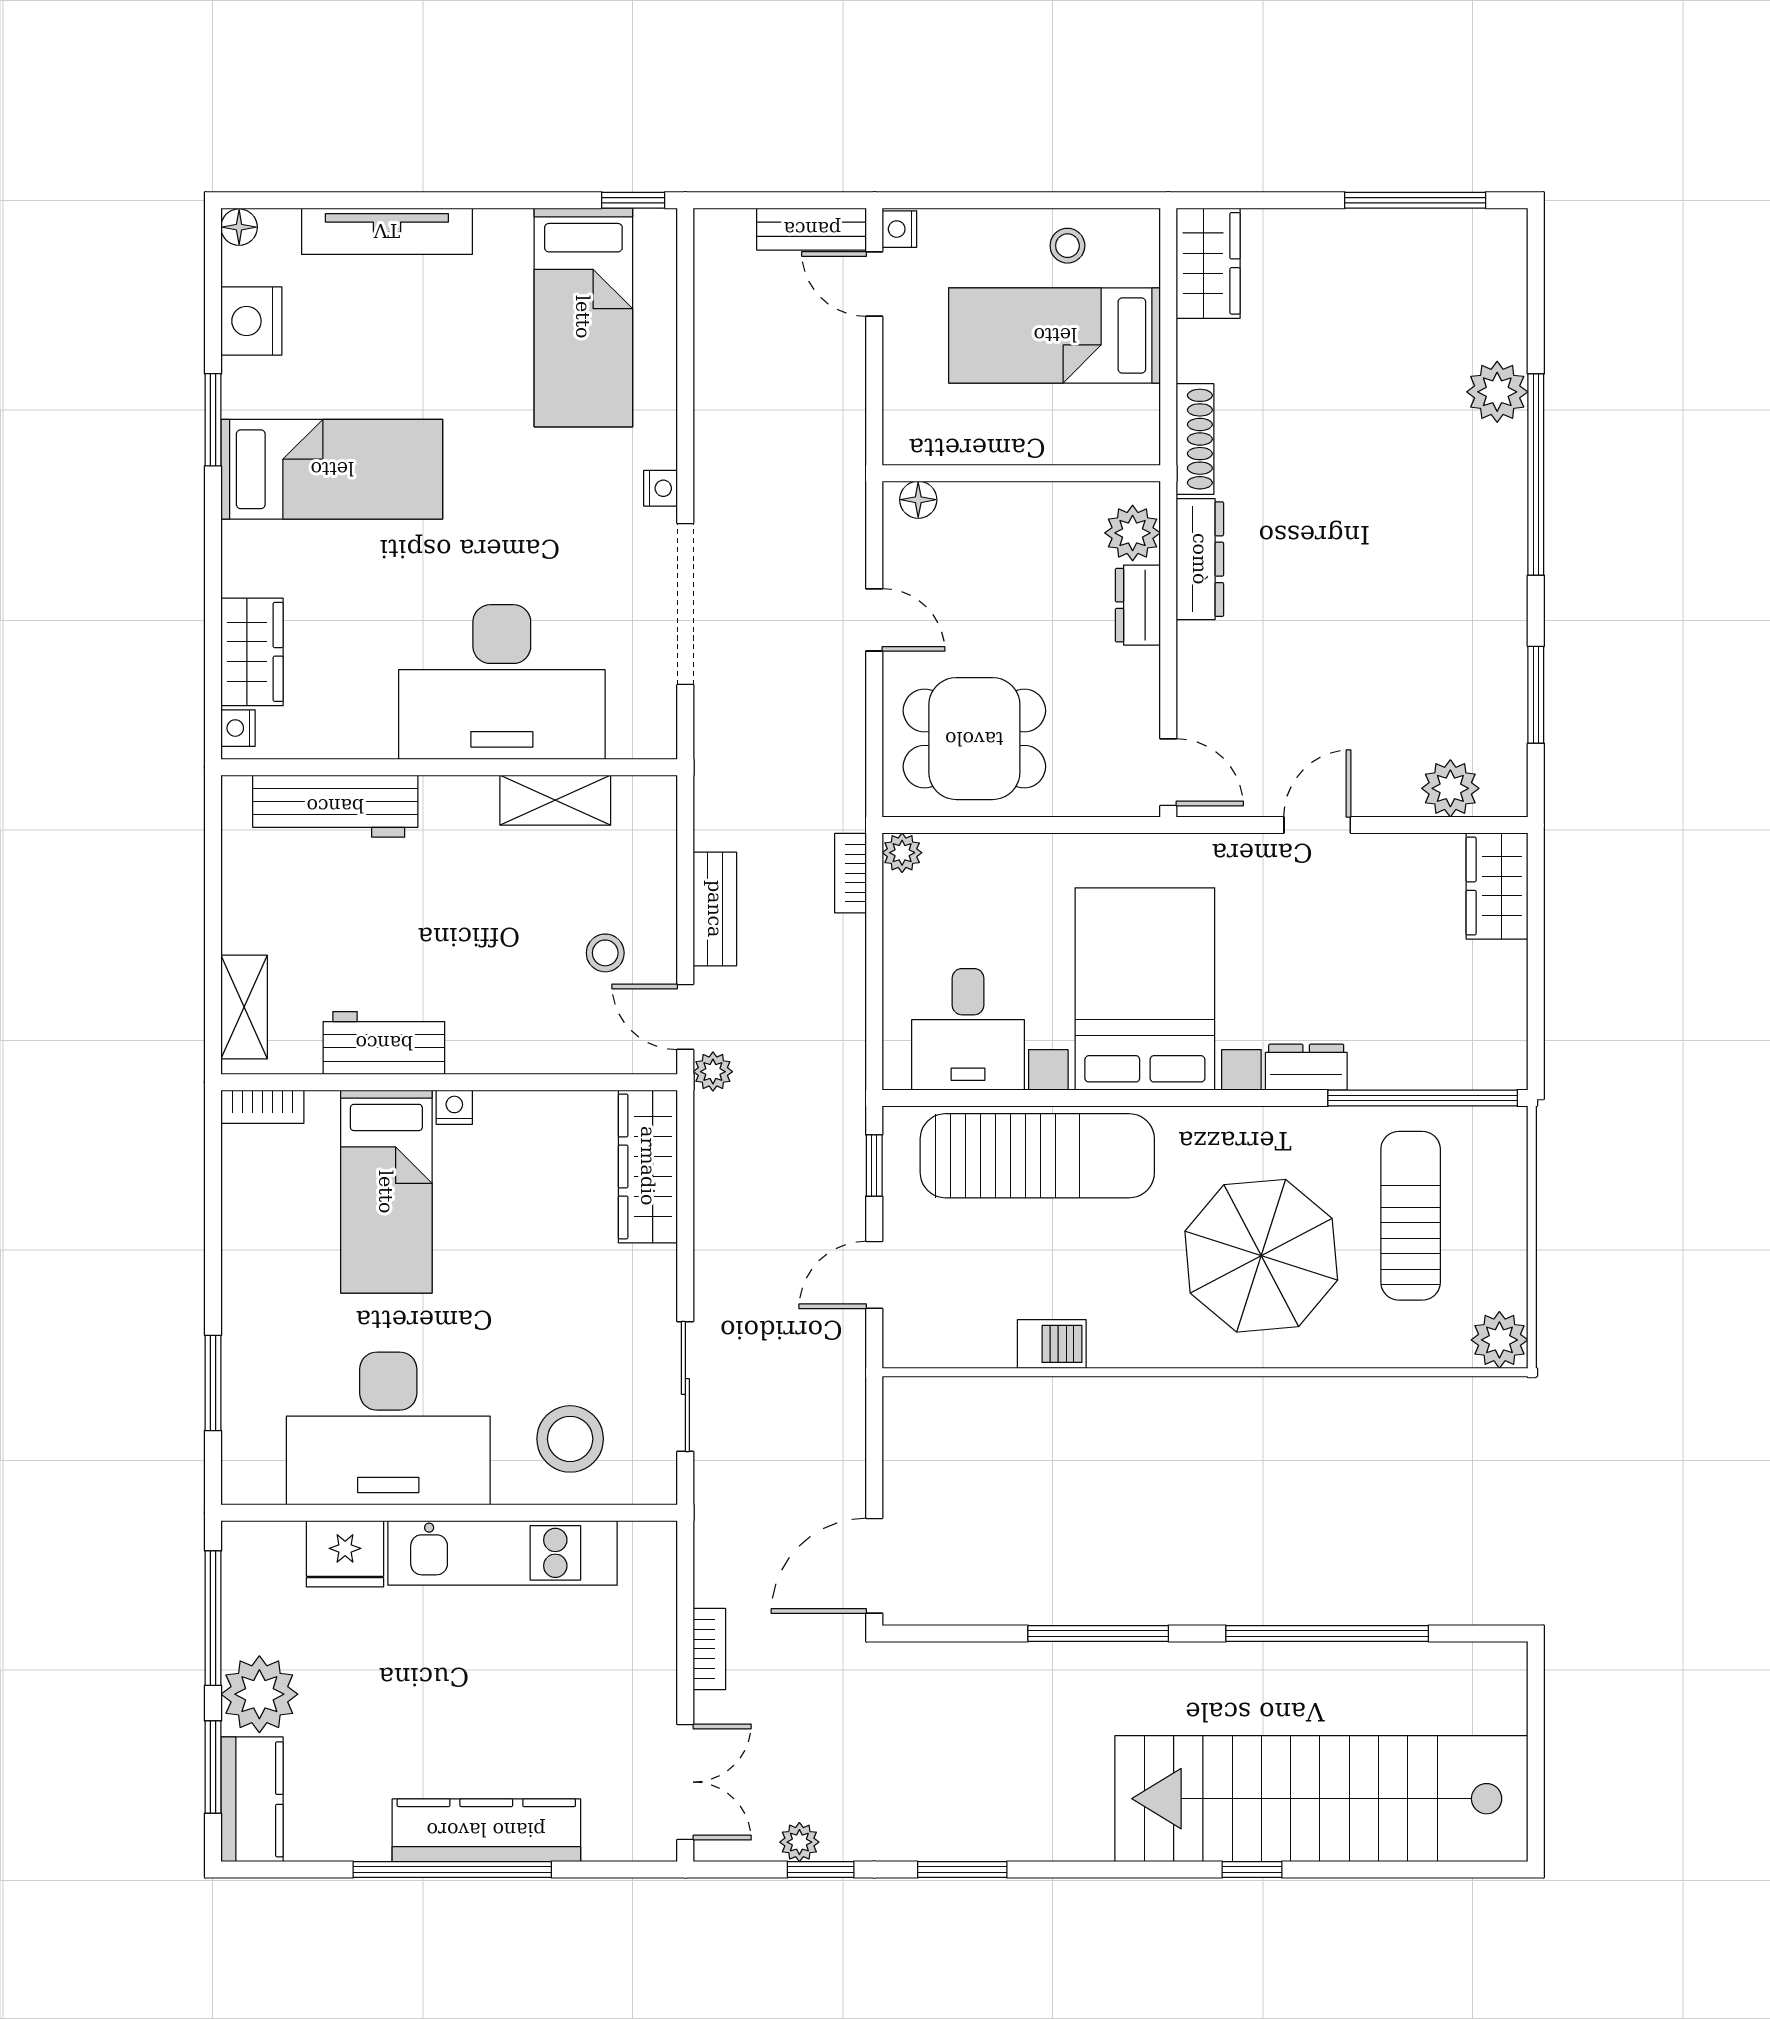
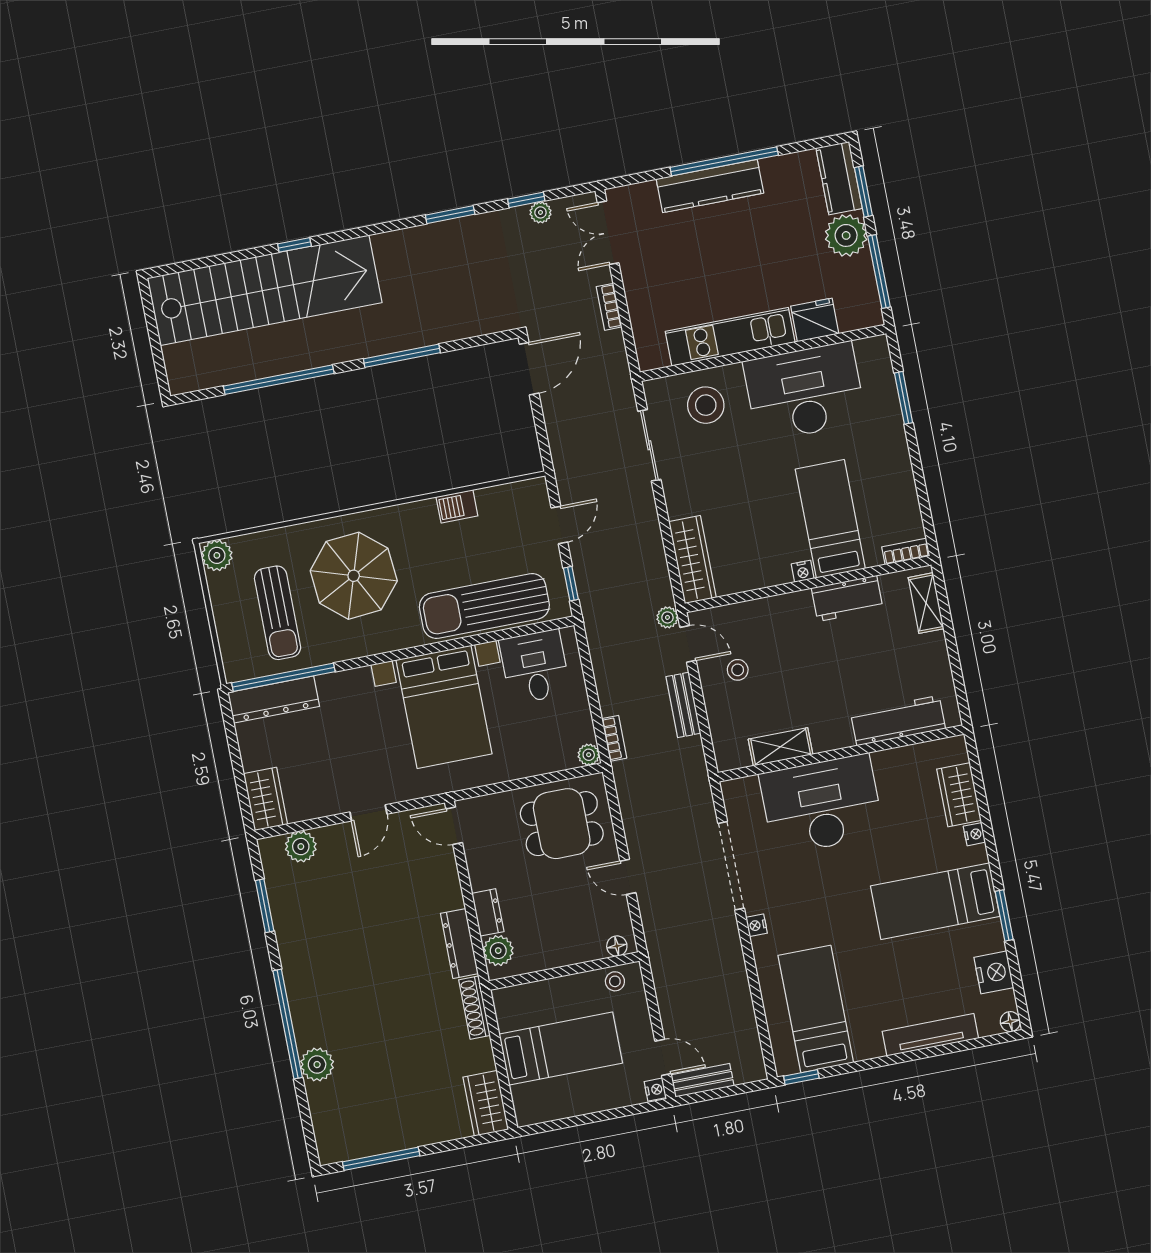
stool: (1067, 246) -> (615, 981), moved
nightstand: (238, 728) -> (974, 834), moved
dresser: (1306, 1067) -> (274, 700), moved, width x1.96, depth x1.24

